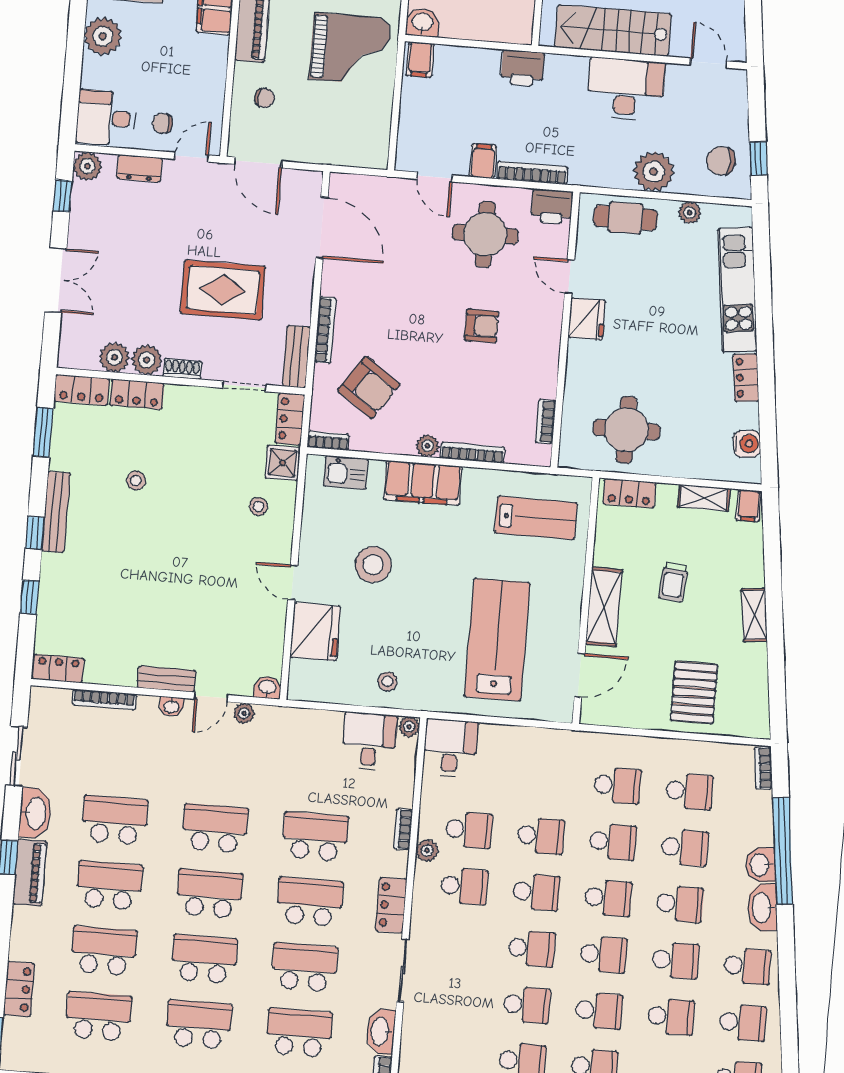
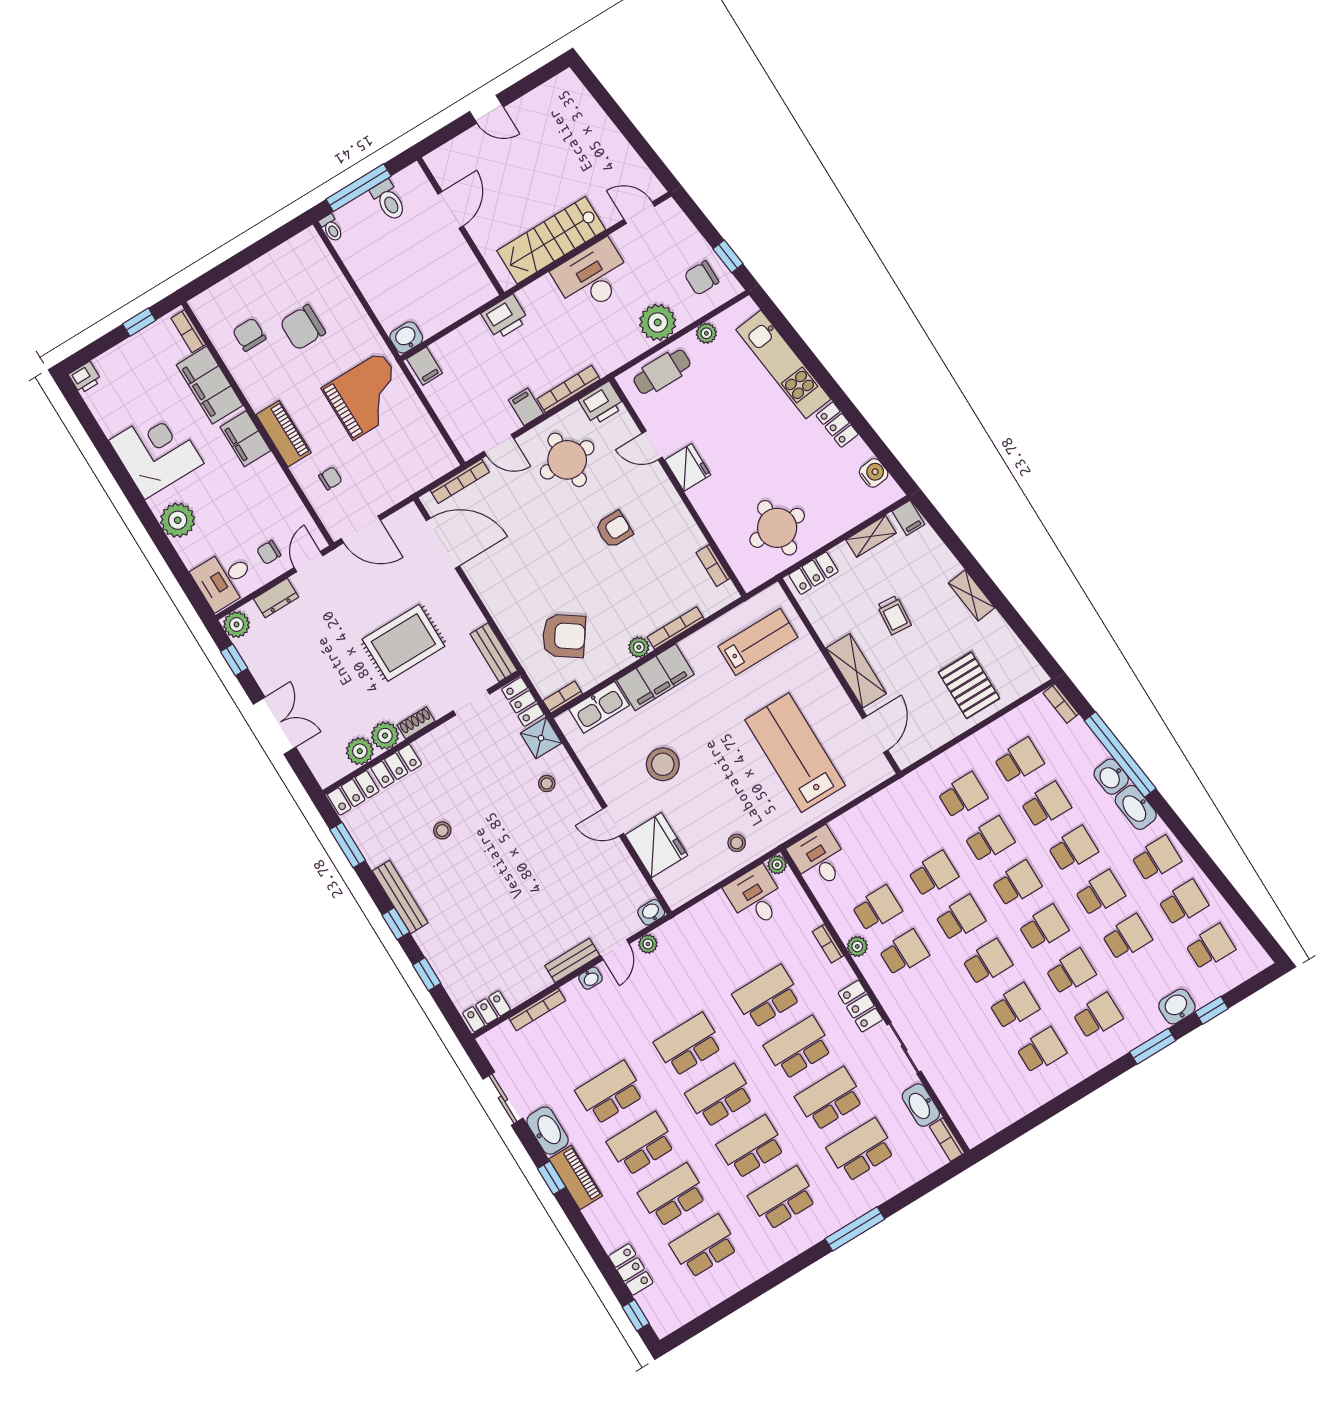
bookcase: (325, 330) -> (460, 481), moved, turned 90
kitchen sink: (346, 472) -> (599, 707), width x1.38

